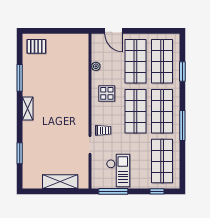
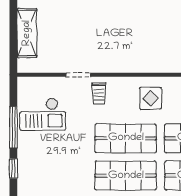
shop shelf: (162, 161) -> (56, 176), removed
window: (113, 191) -> (13, 127), moved

